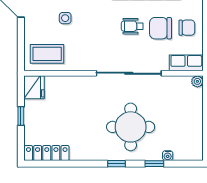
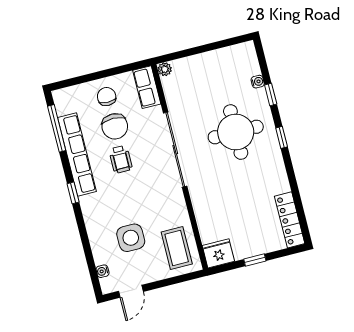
side table: (65, 18) -> (131, 238), width x1.87, depth x1.87

